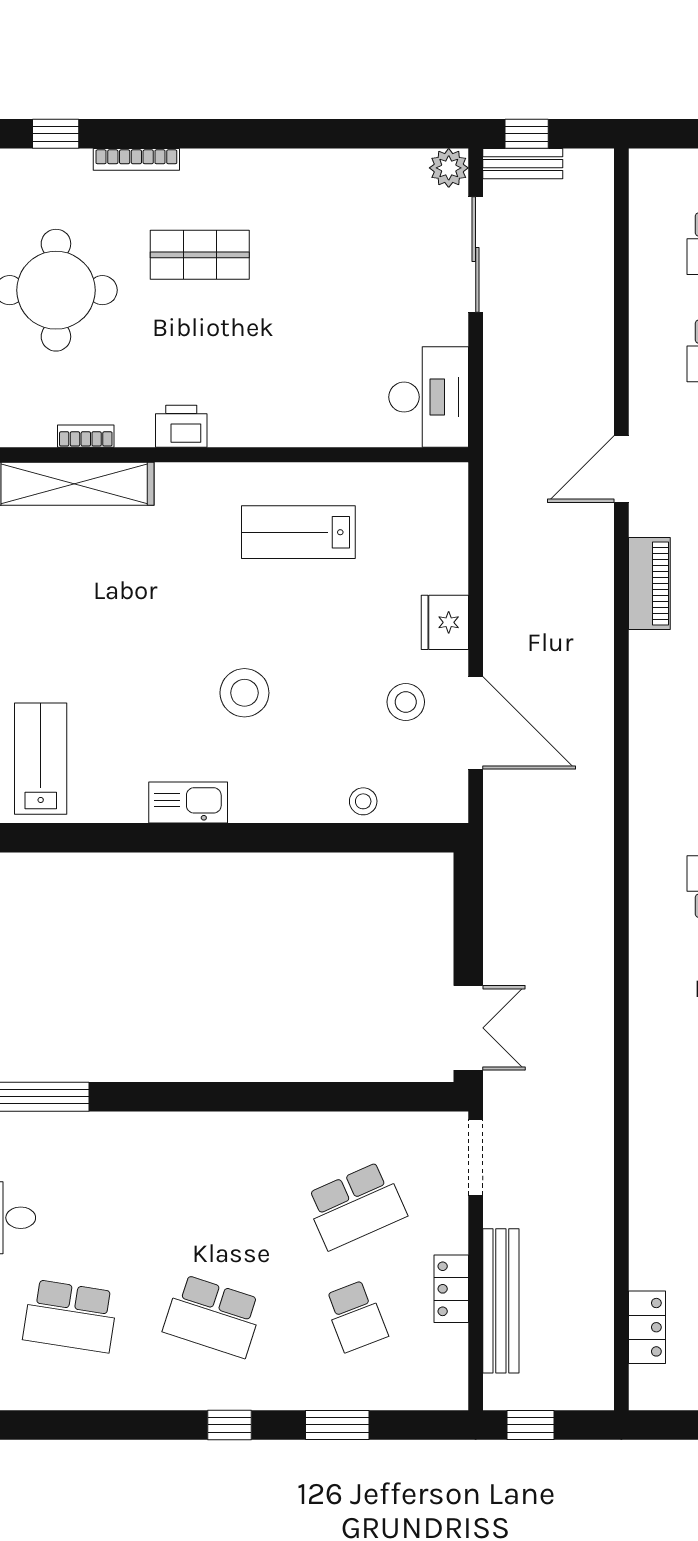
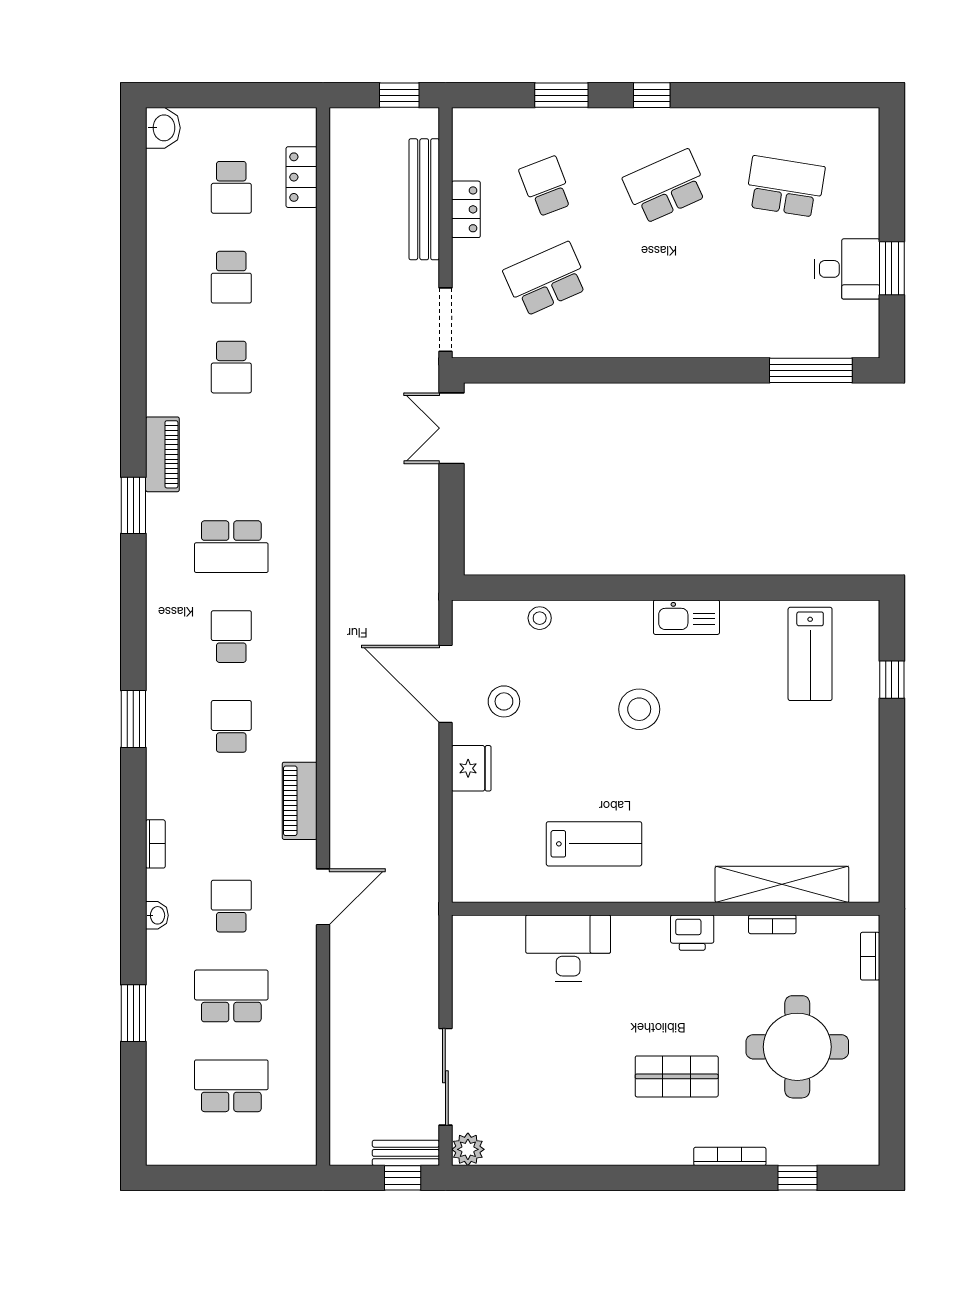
desk: (429, 397) -> (568, 948), moved, turned 90
school desk: (213, 1316) -> (666, 187), turned -42

